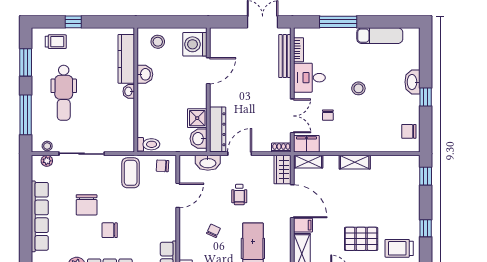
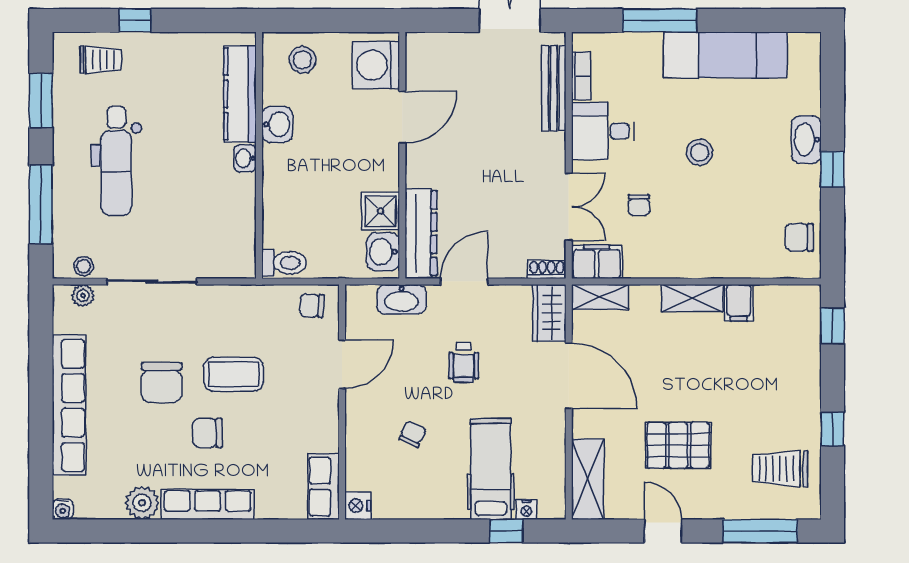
exam couch: (380, 36) -> (725, 55), width x1.36, depth x1.45
coffee table: (131, 173) -> (234, 374), moved, turned 90
filing cabinet: (303, 225) -> (739, 303), moved, turned 90
pallet: (361, 239) -> (678, 445), moved

